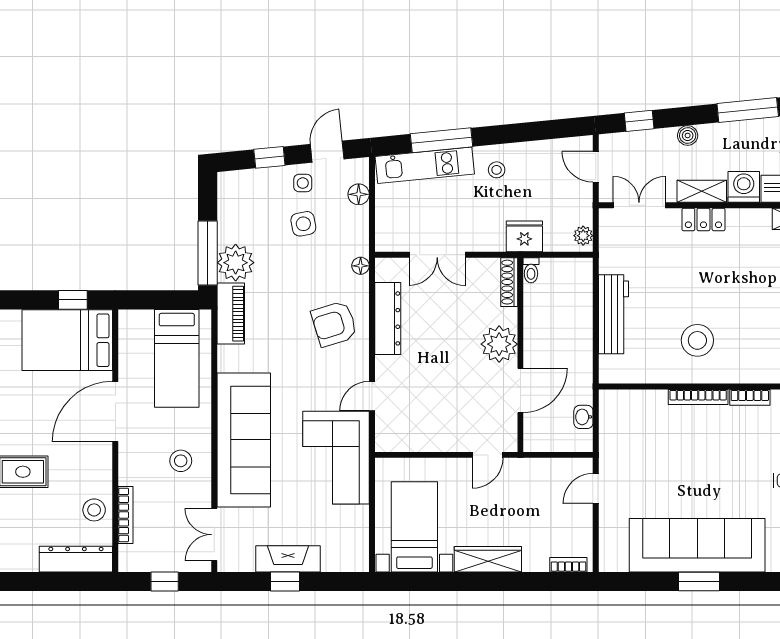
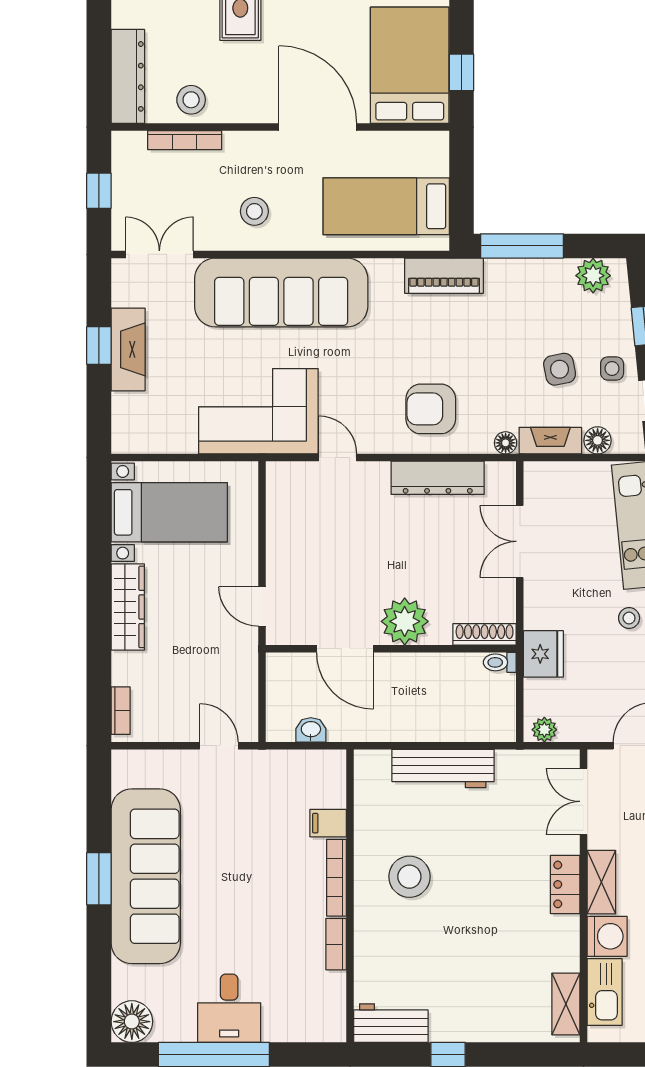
double door: (639, 205) -> (583, 801), swing flipped
fireplace: (359, 231) -> (550, 441), added
plant: (236, 263) -> (593, 276), moved, width x0.73, depth x0.73
armchair: (334, 324) -> (431, 409), turned -73
filing cabinet: (656, 404) -> (328, 823), added

